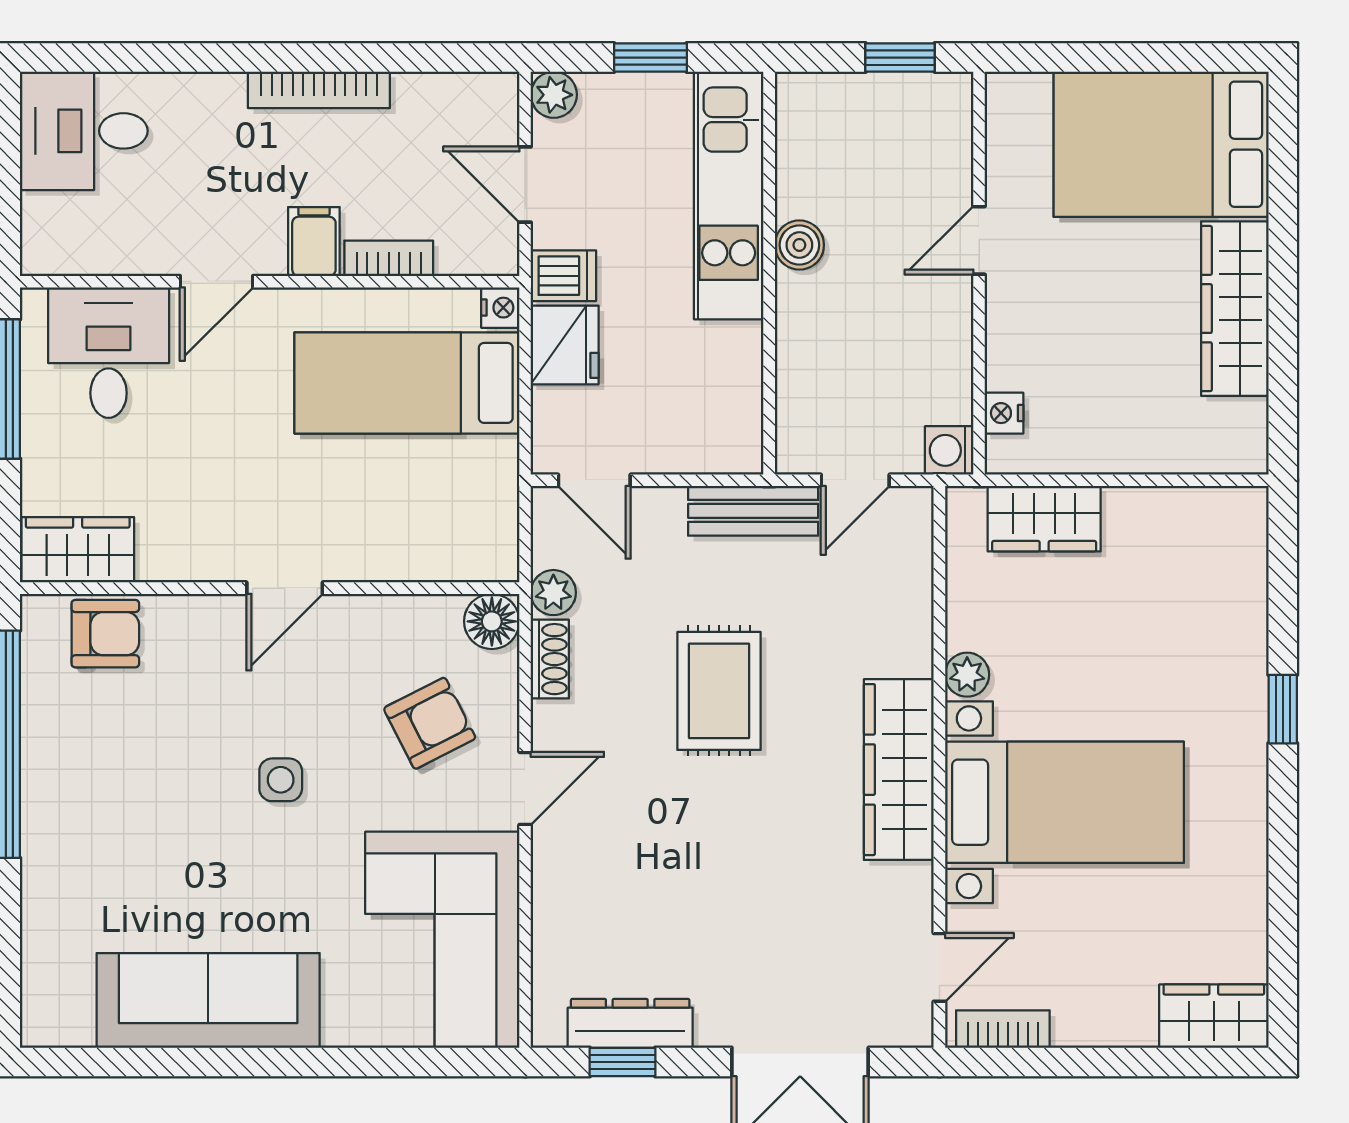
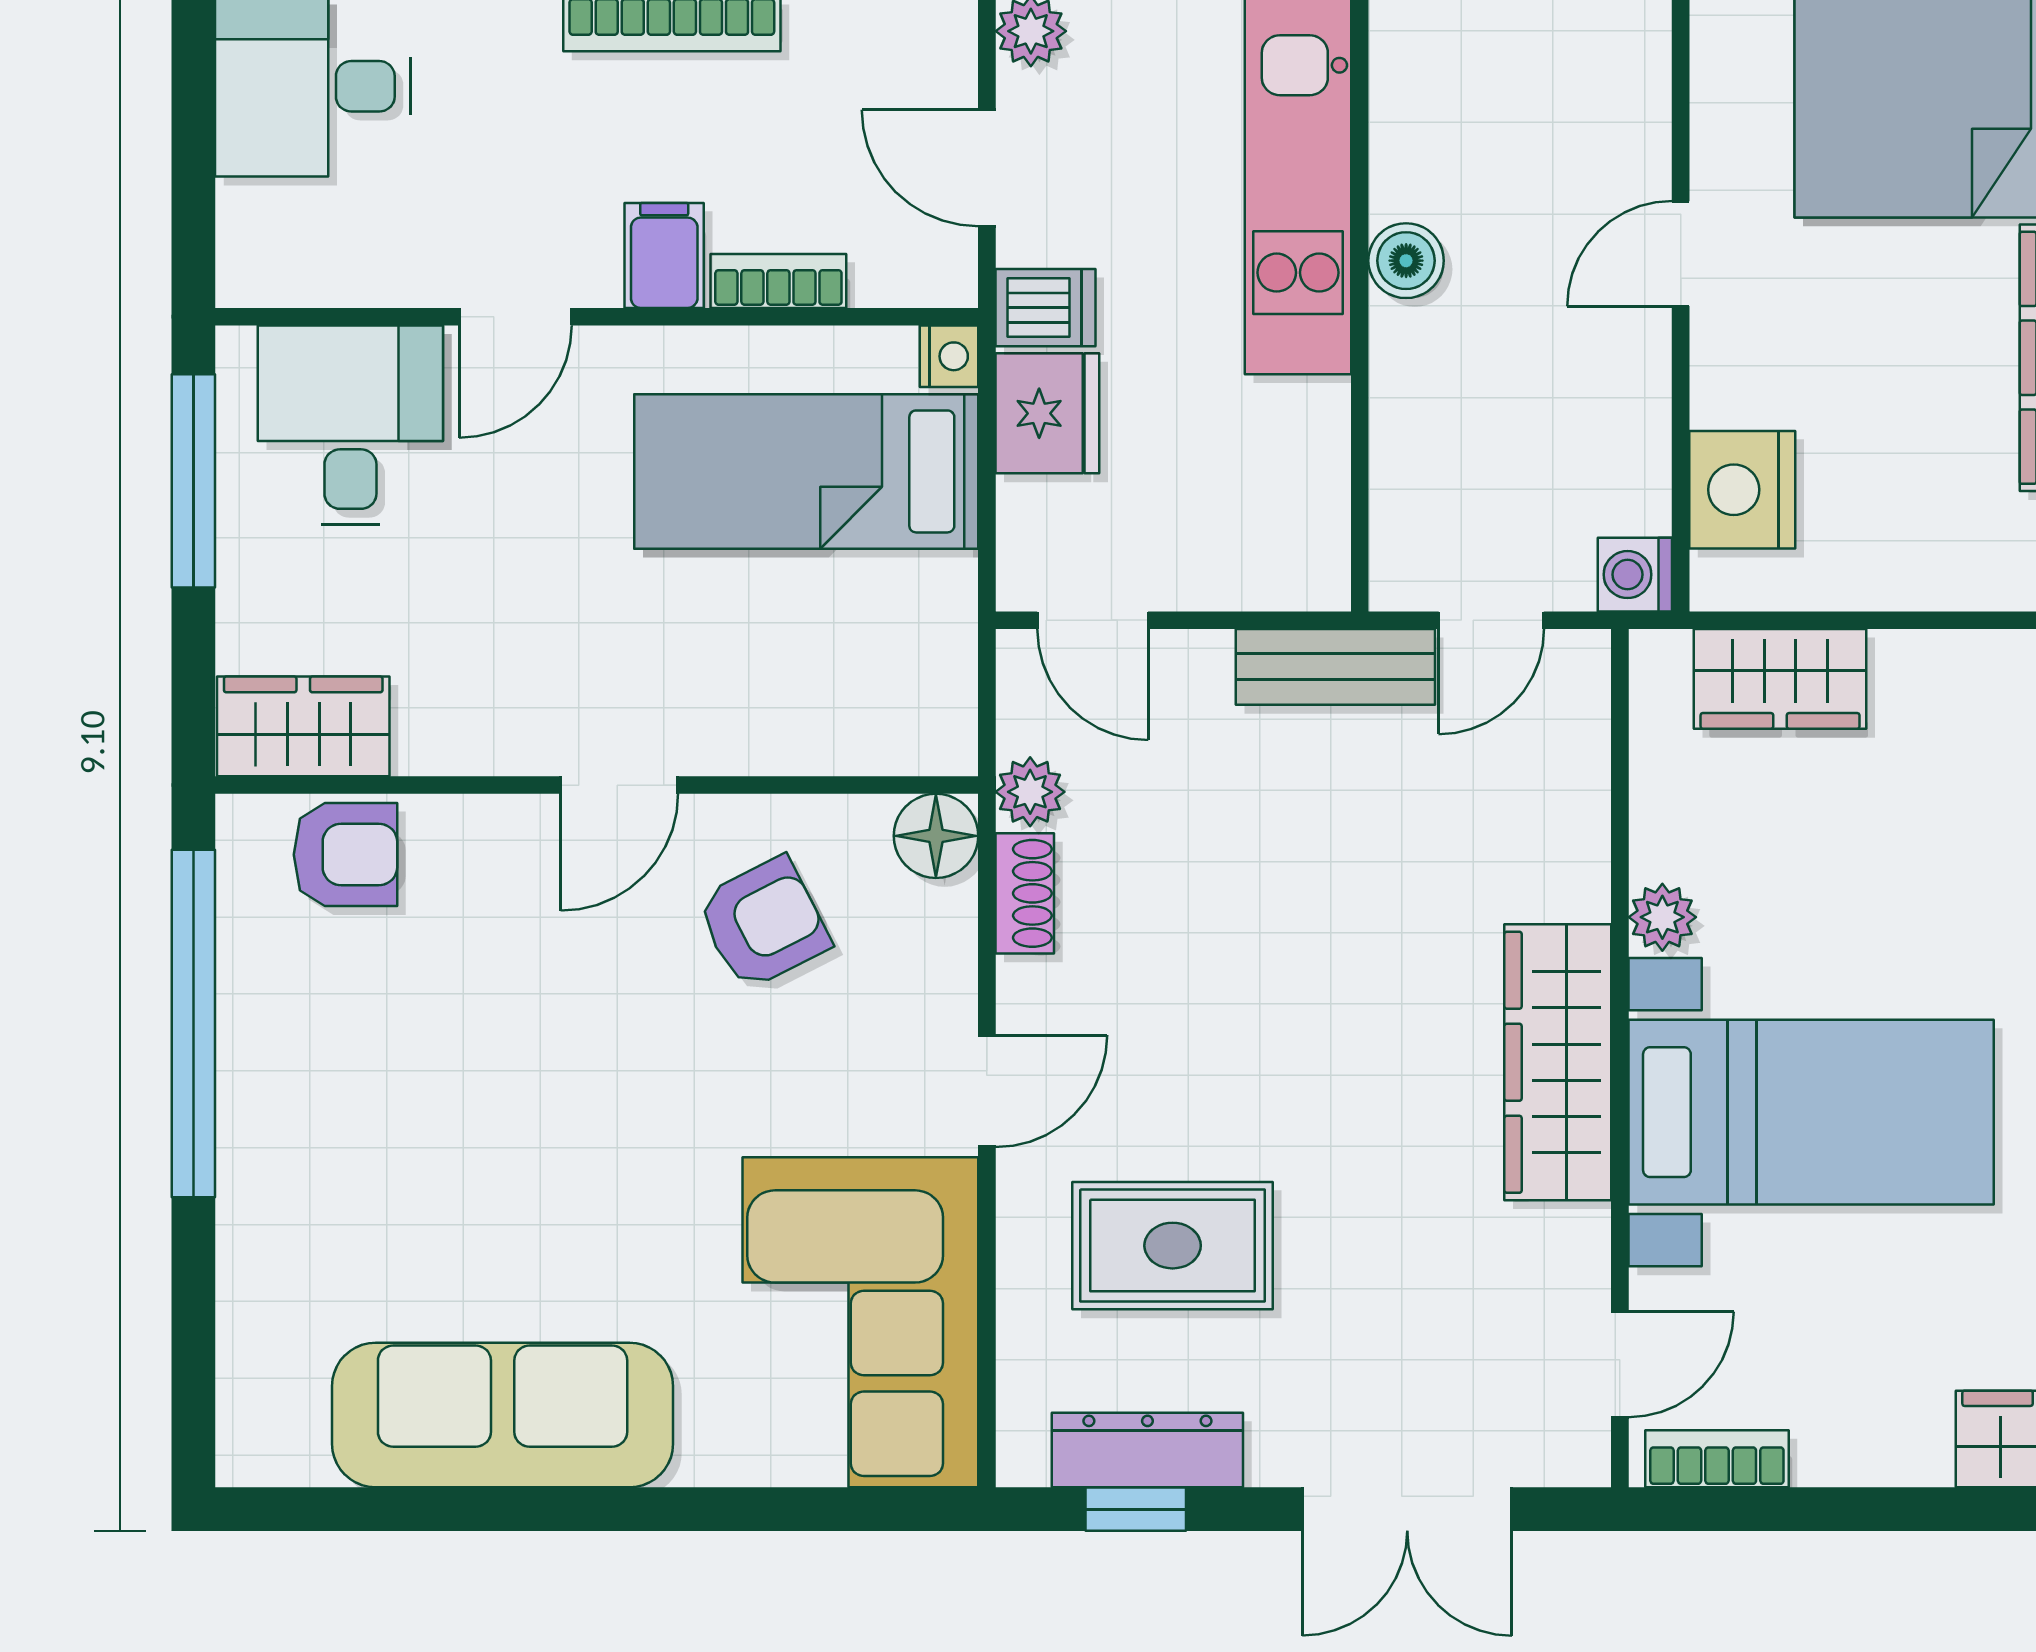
nightstand: (1004, 413) -> (1742, 490), width x1.89, depth x1.79
rug: (719, 691) -> (1173, 1246), moved, turned 90
armchair: (430, 723) -> (763, 923), moved
side table: (281, 780) -> (613, 1078), removed

